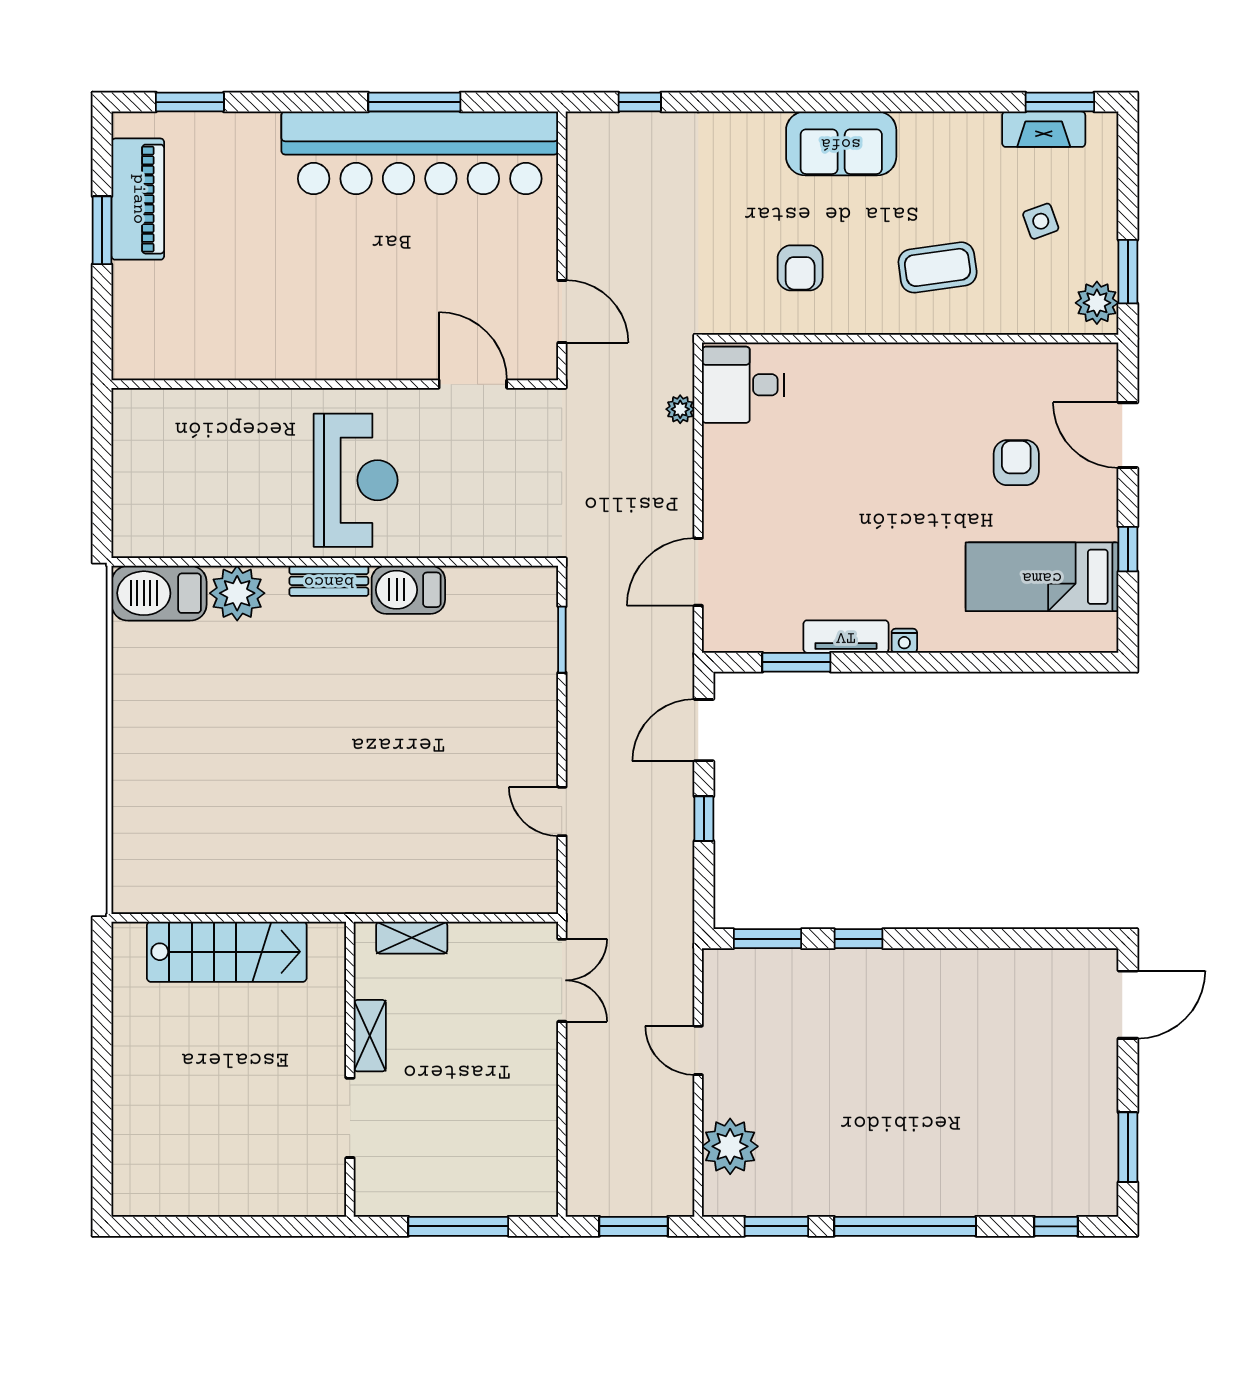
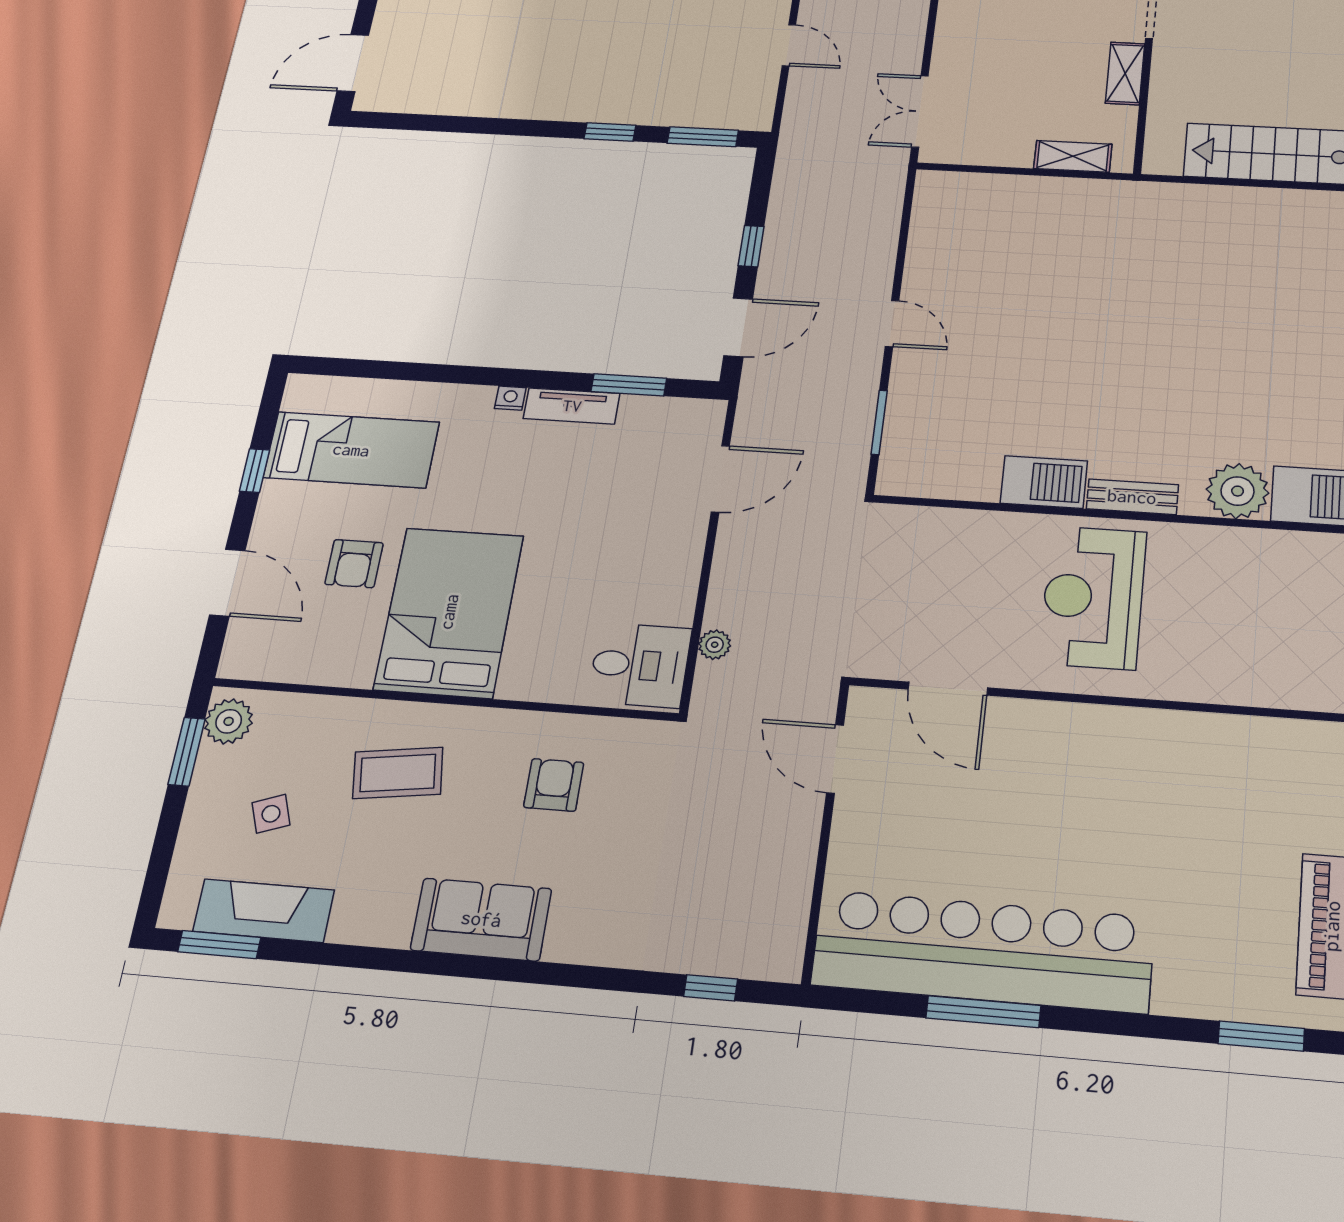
fireplace: (1044, 129) -> (264, 911), width x1.37, depth x1.32
bed: (921, 422) -> (449, 612), added
door: (562, 811) -> (892, 323), moved

